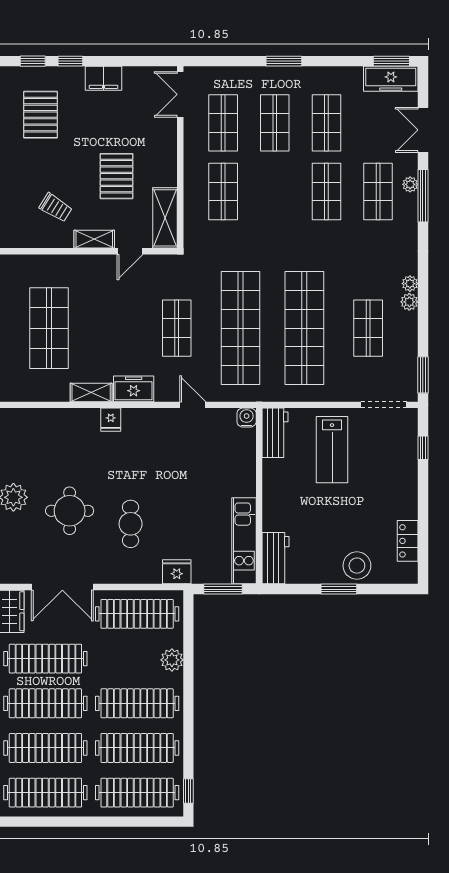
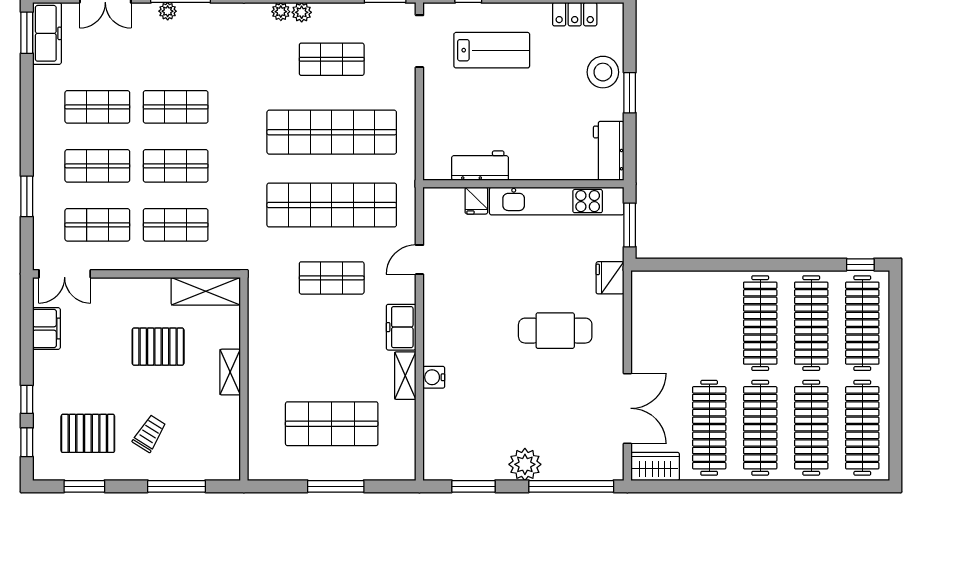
window: (284, 61) -> (27, 196), moved
filing cabinet: (104, 78) -> (46, 329), moved
shop shelf: (378, 191) -> (176, 166), moved
trolley: (56, 207) -> (149, 433), moved
door: (130, 251) -> (244, 331), removed
water cooler: (247, 418) -> (434, 377), moved
fridge: (111, 420) -> (476, 201), moved, turned 90
workbench: (275, 433) -> (480, 166), moved
lab bench: (332, 450) -> (492, 50), moved
round table: (70, 511) -> (540, 400), removed
cafe table: (131, 524) -> (555, 331), width x1.37, depth x1.35
kitchen unit: (244, 541) -> (557, 201), width x1.36
workbench: (276, 558) -> (609, 151), moved, turned -90
clothes rail: (137, 614) -> (658, 323), removed
plant: (172, 660) -> (711, 283), removed

